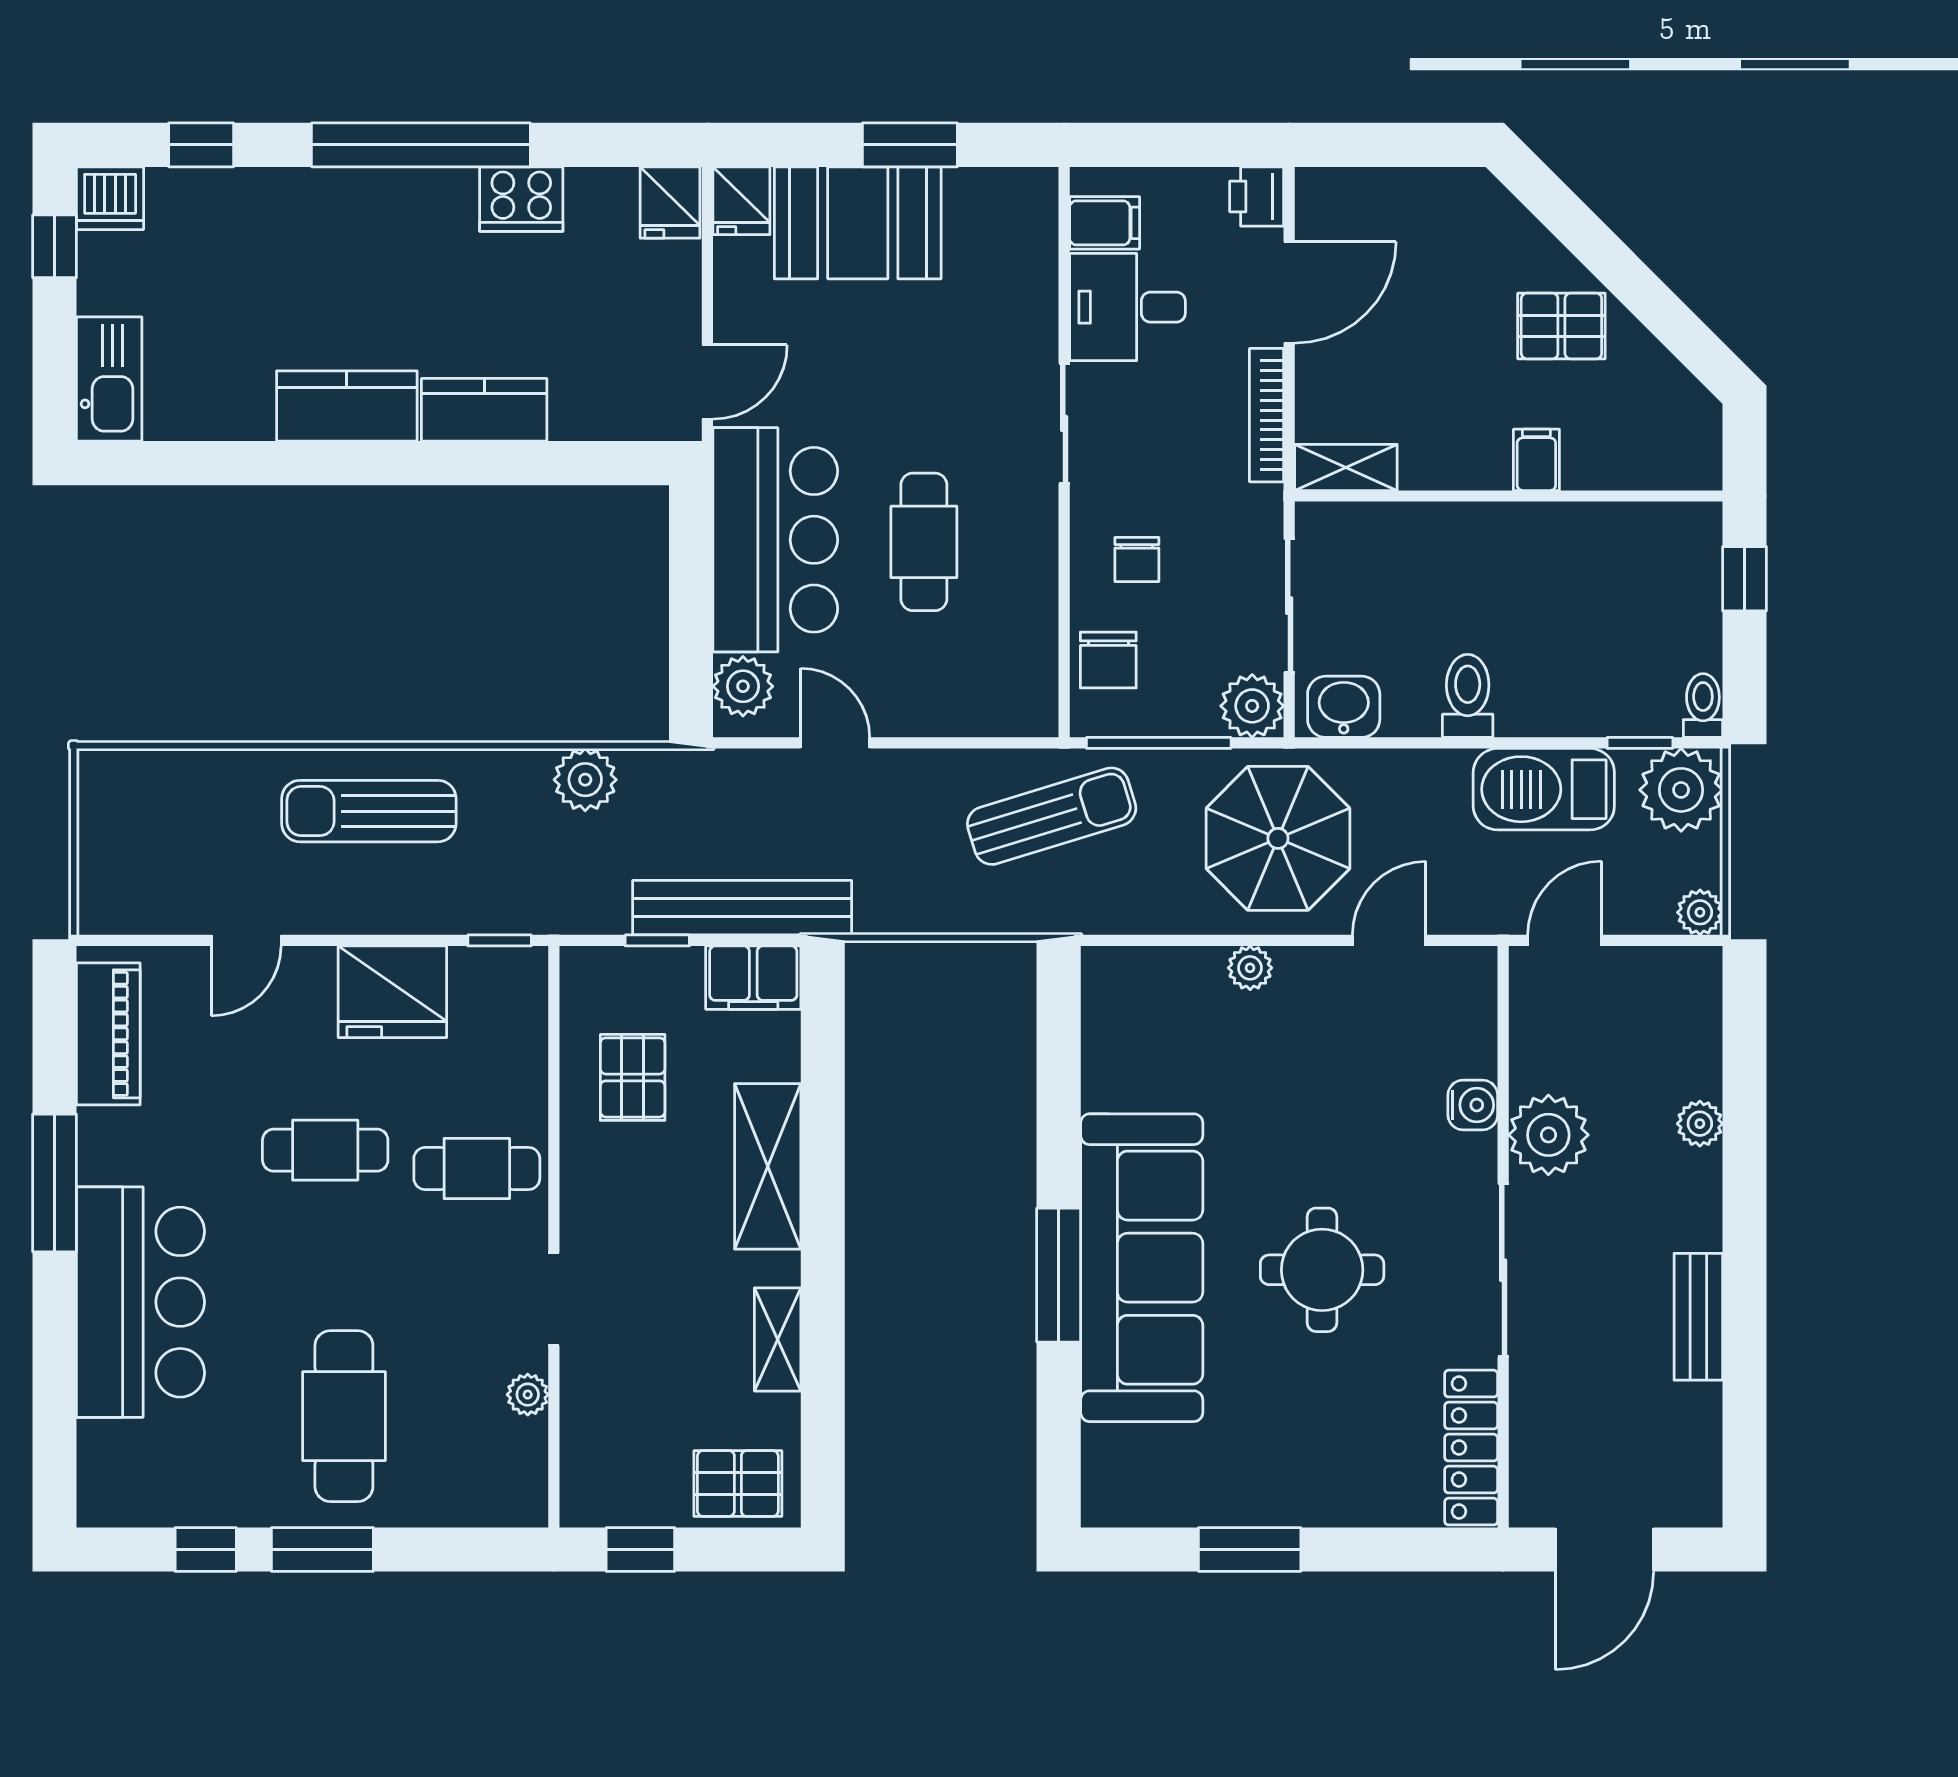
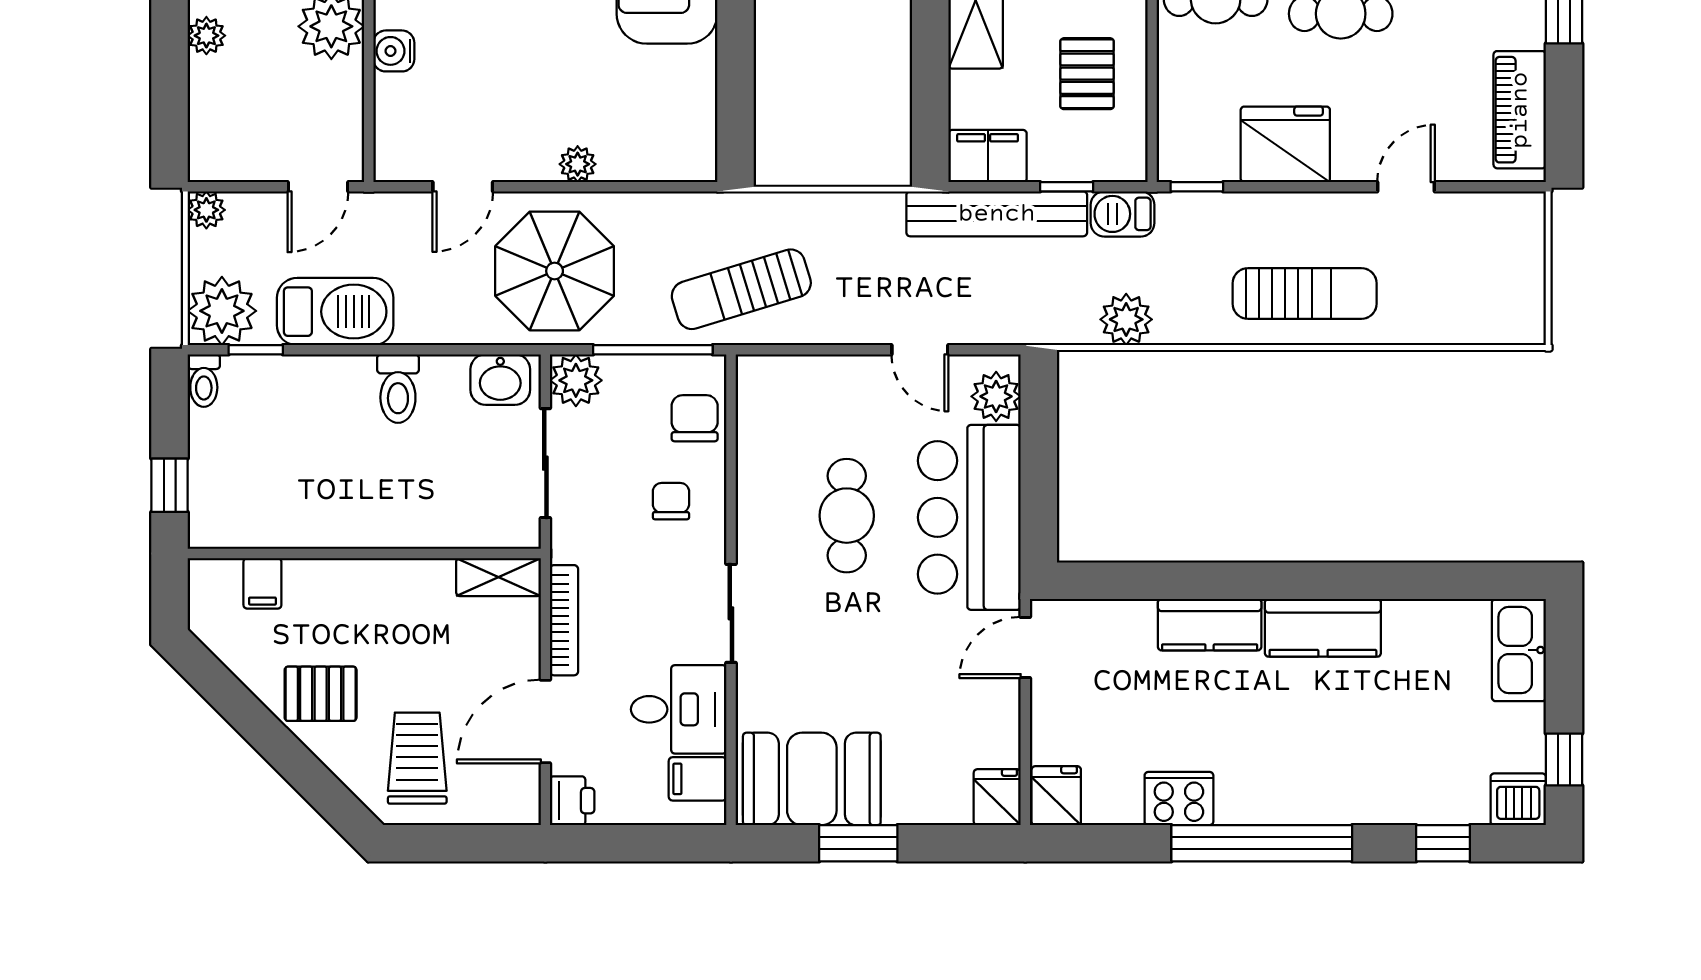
booth: (858, 223) -> (812, 779), moved
trolley: (1444, 248) -> (417, 758), added
filing cabinet: (1536, 460) -> (262, 583), moved
barbecue: (590, 908) -> (1123, 214), added

